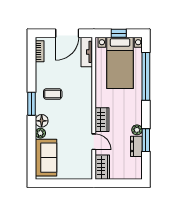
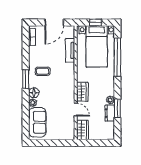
tv unit: (87, 52) -> (70, 50), moved

